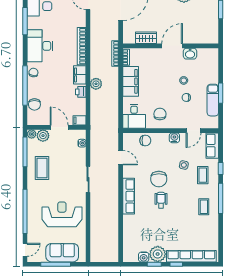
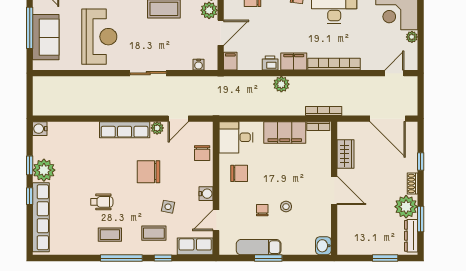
washbasin: (190, 54) -> (323, 246), moved
door: (193, 131) -> (216, 220), hinge flipped
plant: (127, 173) -> (157, 128), added
wheelchair: (161, 200) -> (102, 202), moved
water cooler: (144, 257) -> (40, 129), moved

